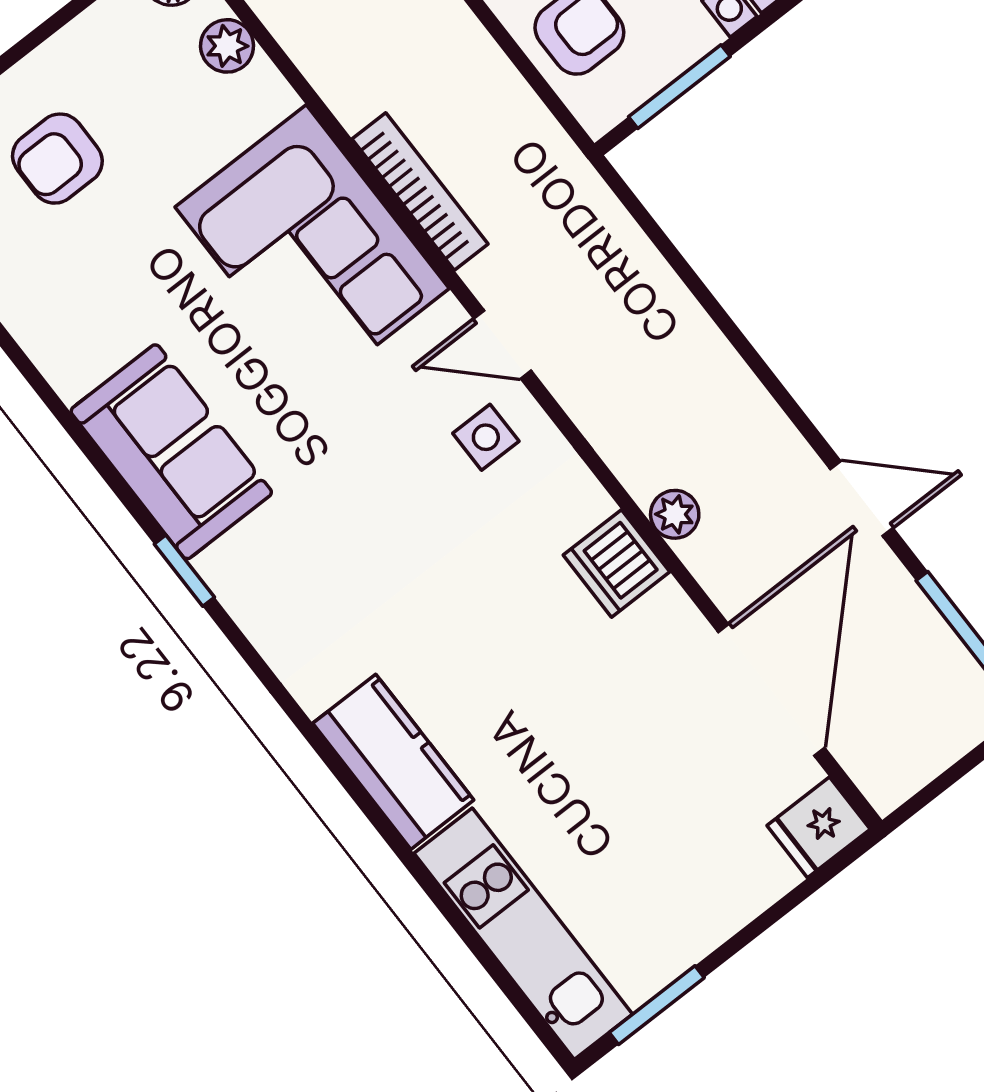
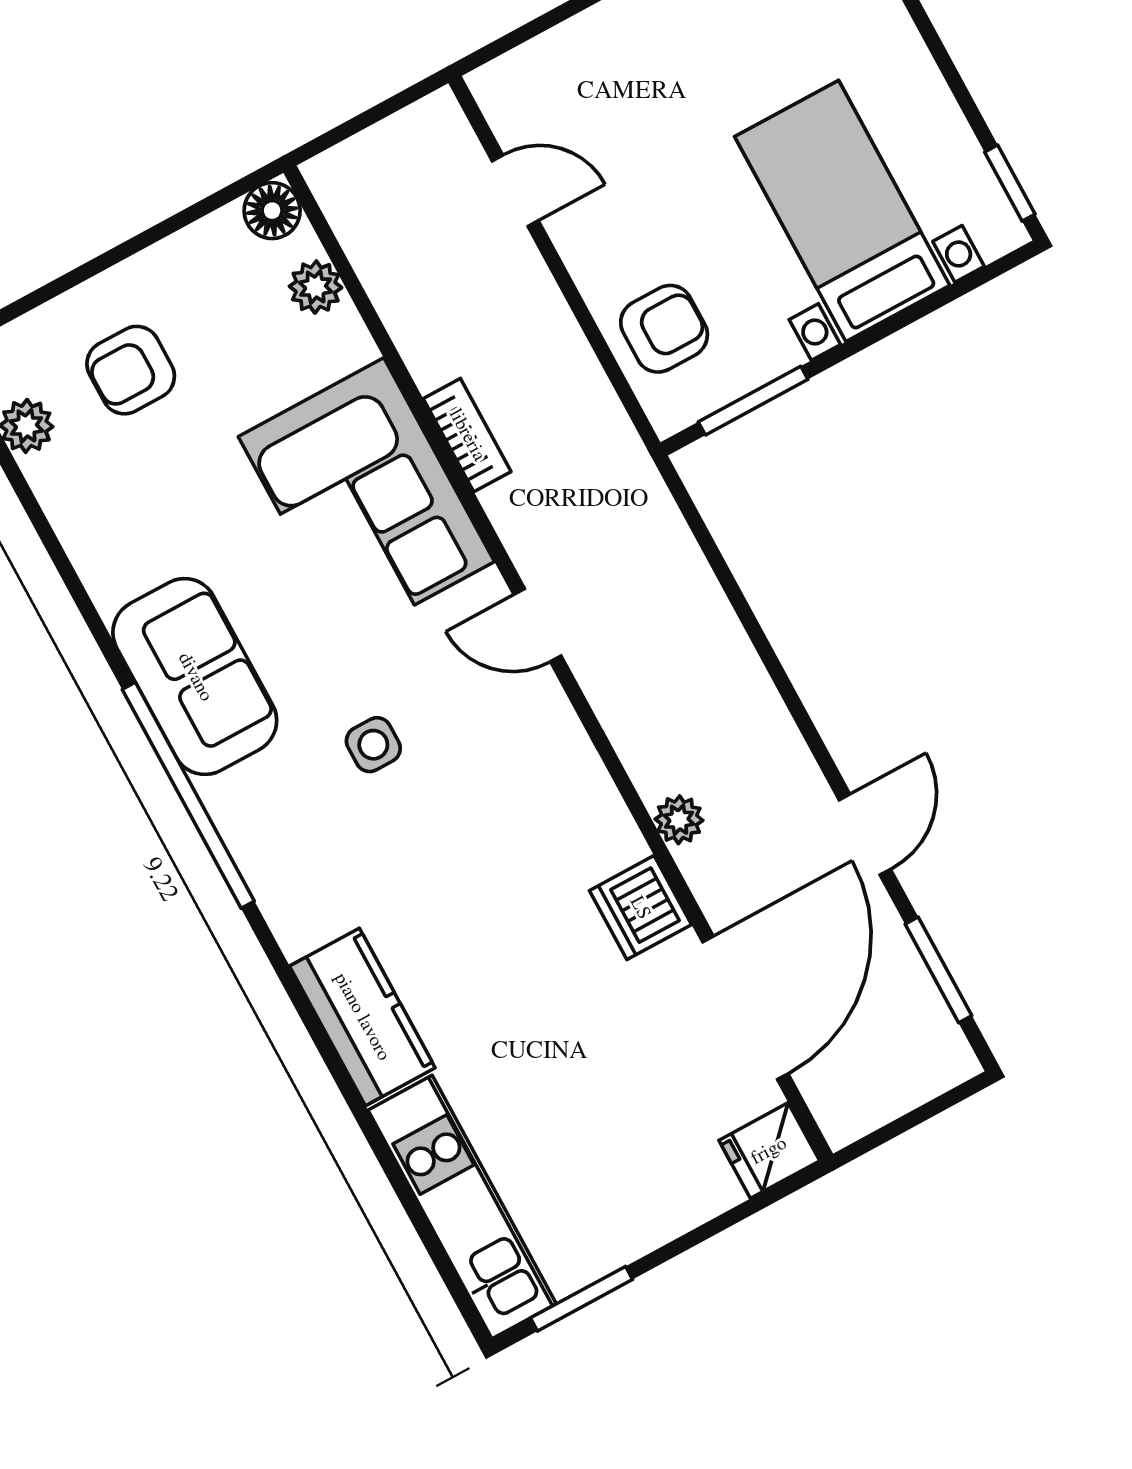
bookcase: (420, 191) -> (467, 435), width x0.64
side table: (486, 437) -> (373, 745), moved
door: (862, 499) -> (865, 835), hinge flipped
dishwasher: (616, 563) -> (640, 908), moved
window: (184, 571) -> (188, 795), width x3.17

